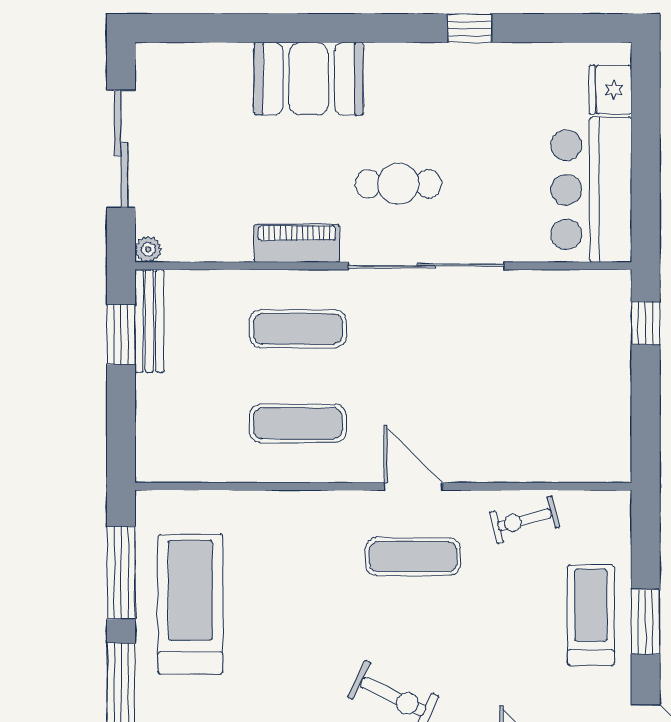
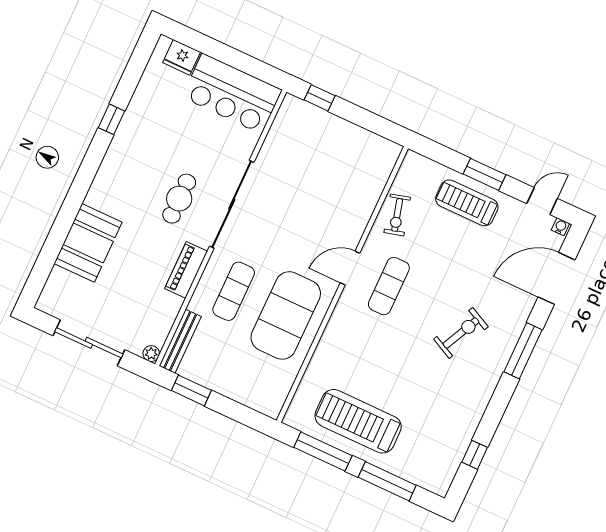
booth: (309, 79) -> (88, 243), moved
bench: (149, 321) -> (180, 341), moved, turned 90
exercise mat: (298, 423) -> (286, 315), width x2.00, depth x1.45

